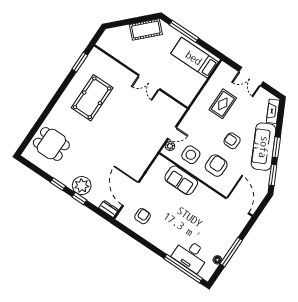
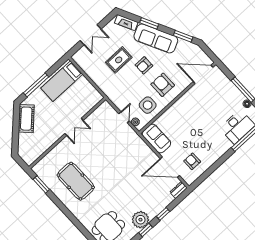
rug: (223, 104) -> (119, 60), moved, turned 90
window: (276, 147) -> (149, 23), moved
sofa: (181, 180) -> (156, 139), moved, turned -90
plant: (82, 186) -> (140, 220), moved

